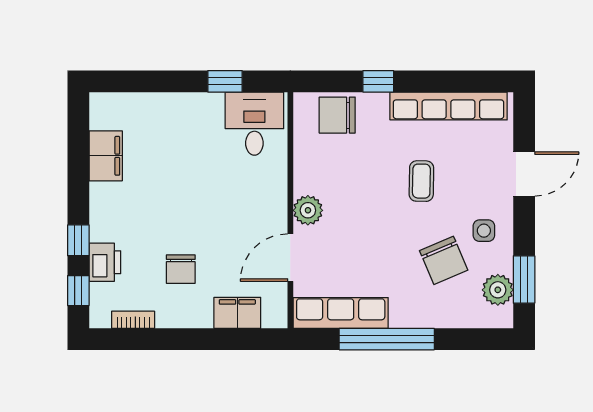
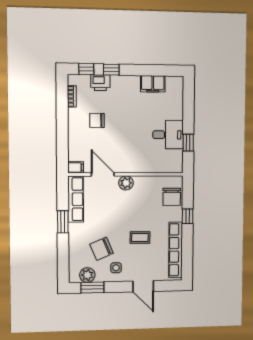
chair: (337, 115) -> (172, 197), turned 180
desk: (254, 124) -> (168, 135), moved
filing cabinet: (237, 313) -> (76, 167), moved, width x0.50
window: (387, 339) -> (63, 222), width x0.47

